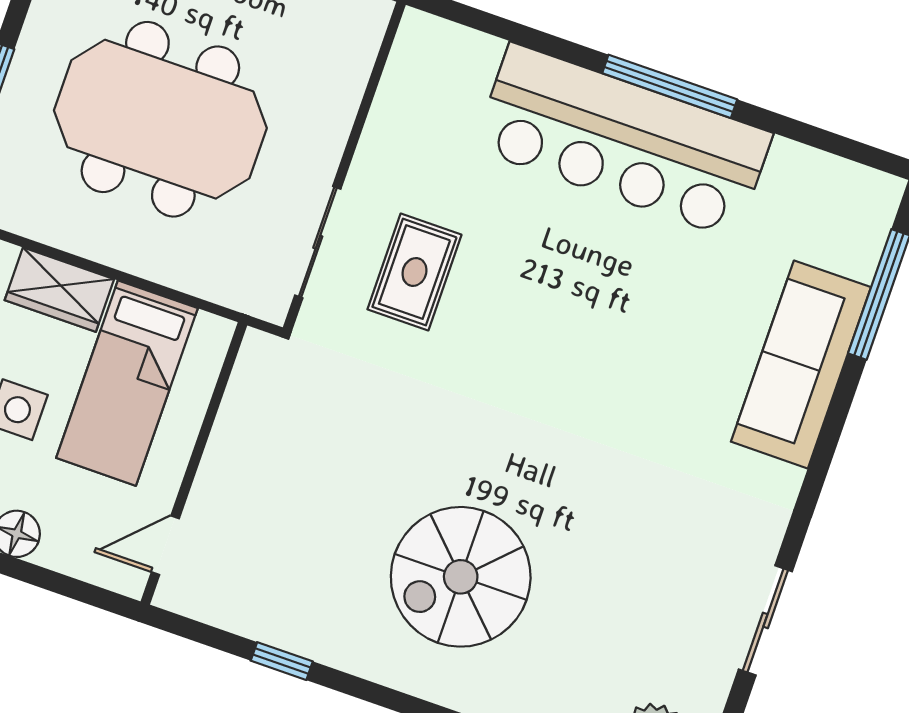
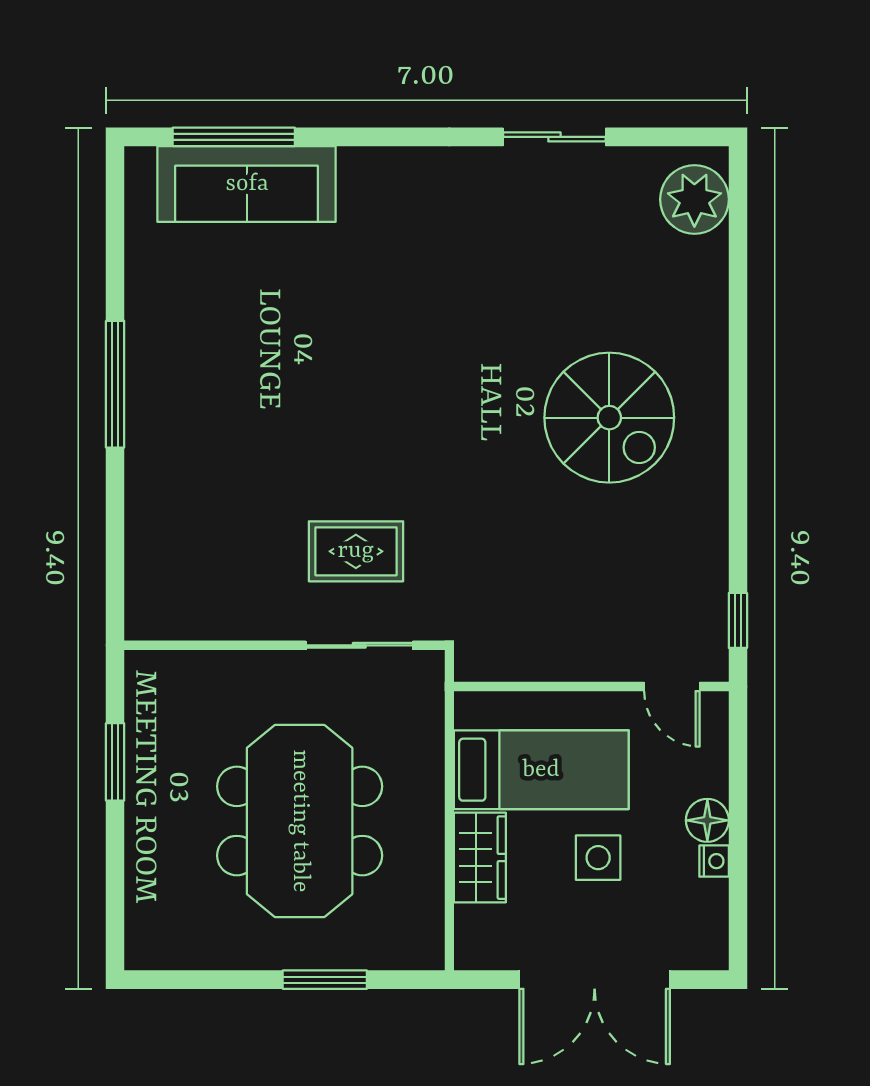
bar counter: (623, 141) -> (177, 408), removed
sofa: (801, 364) -> (247, 184), moved
window: (282, 661) -> (738, 620), moved

